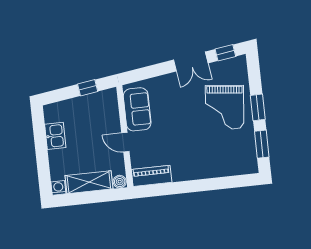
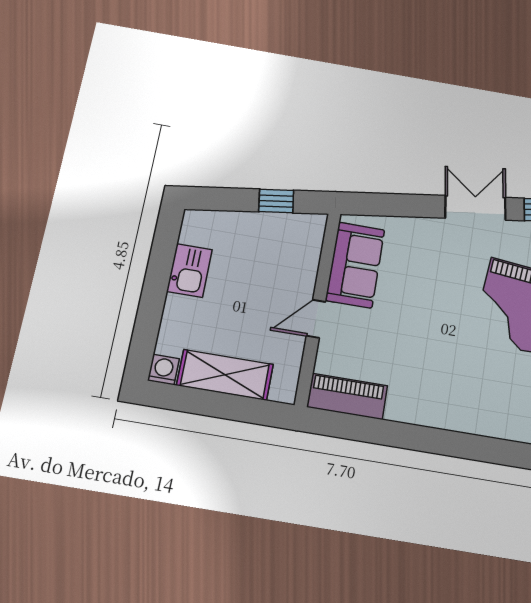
double door: (191, 62) -> (475, 208), swing flipped
door: (125, 142) -> (316, 319), hinge flipped
boiler: (120, 182) -> (284, 390), removed

